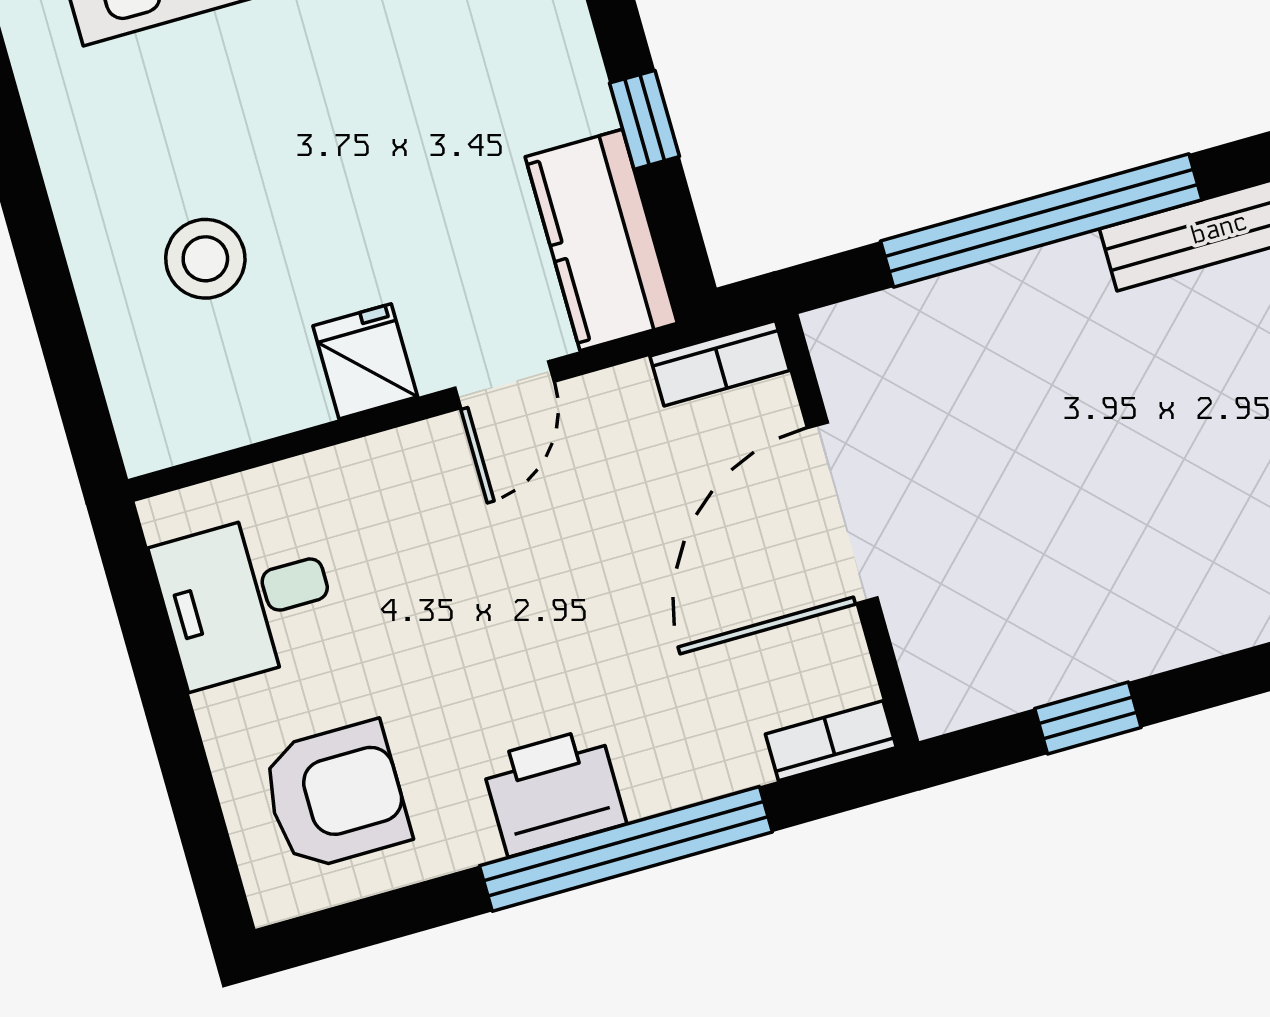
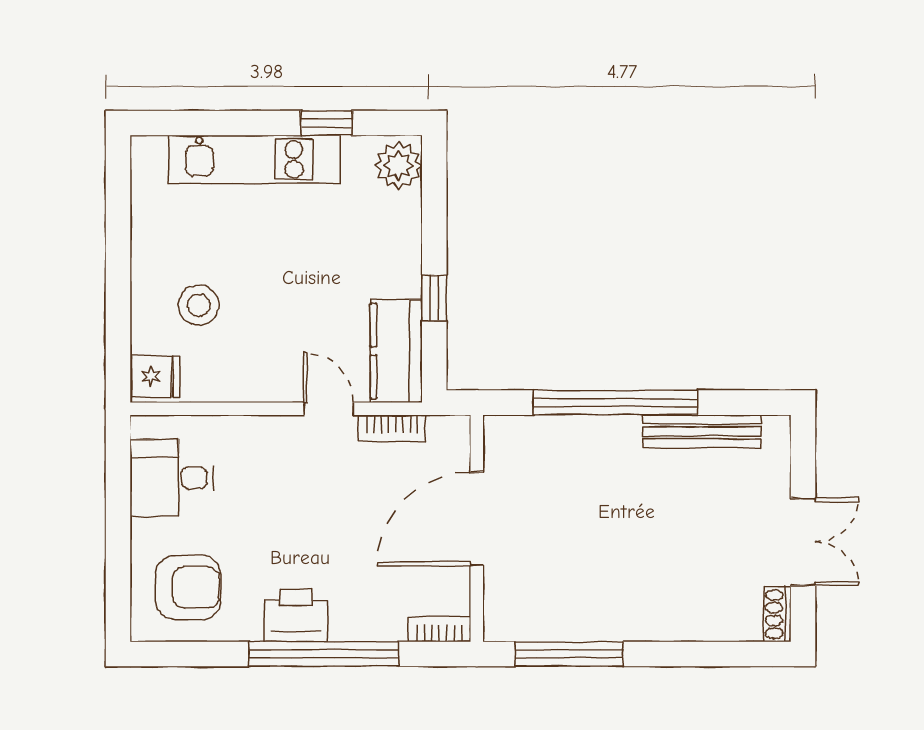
fridge: (365, 361) -> (155, 376), moved, turned 90
bookcase: (720, 363) -> (392, 428), moved
door: (504, 385) -> (328, 409), swing flipped
window: (1088, 718) -> (569, 654), width x2.17

